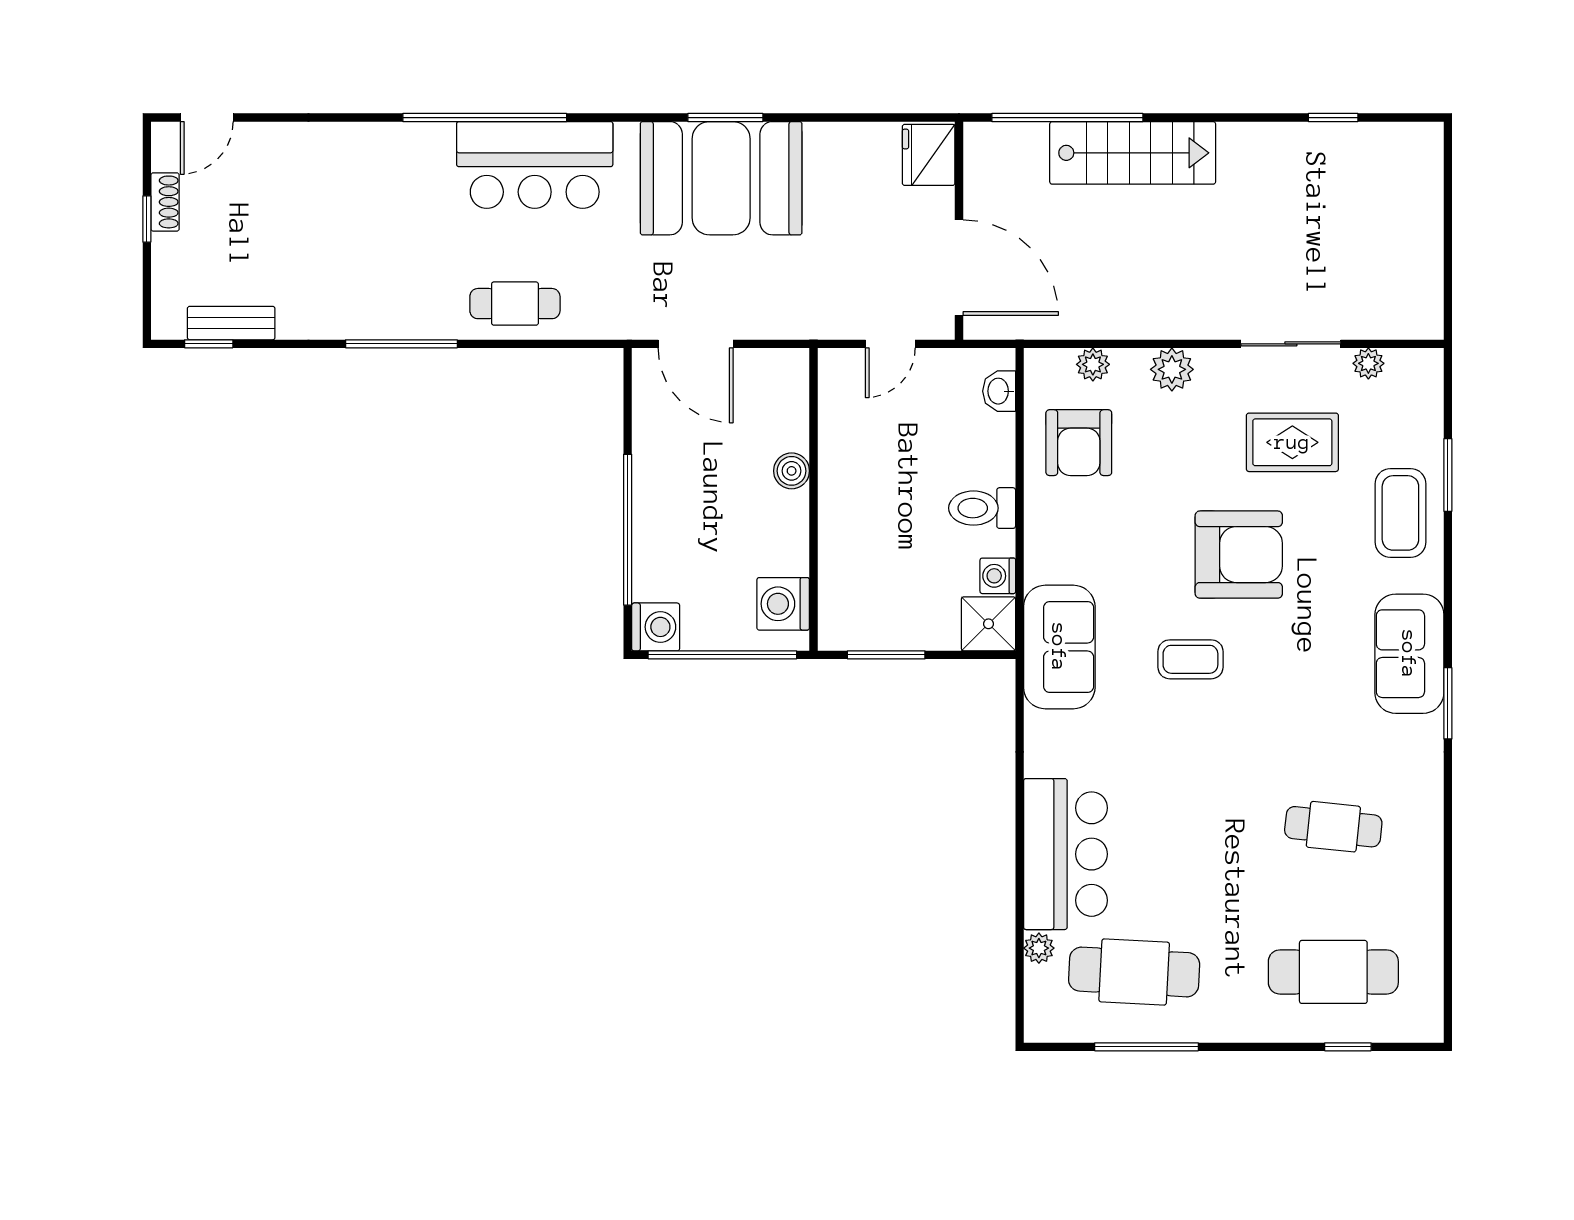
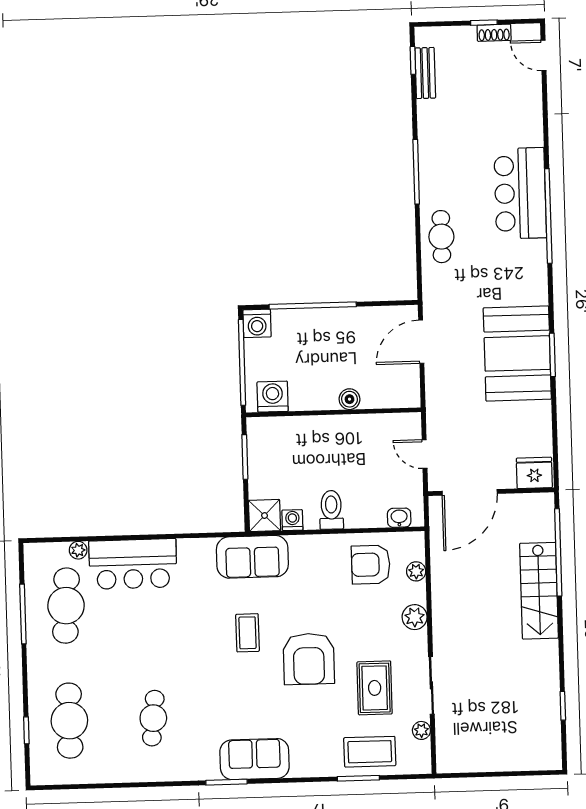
bar counter: (535, 165) -> (520, 193), moved
coffee table: (1400, 513) -> (370, 752), moved

